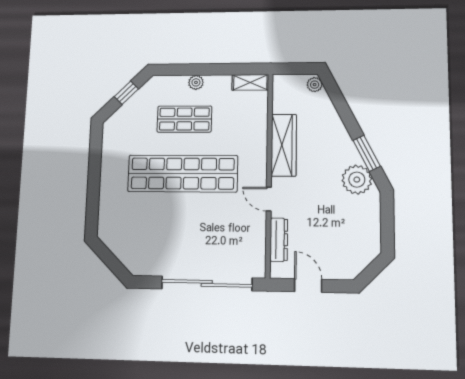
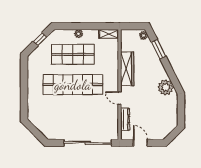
shop shelf: (184, 119) -> (73, 54), width x1.43, depth x1.36
window: (367, 153) -> (159, 49), moved

